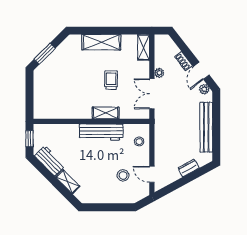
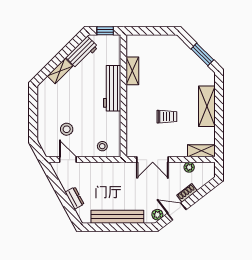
window: (45, 54) -> (202, 54), moved
plant: (159, 73) -> (189, 167), moved
double door: (152, 94) -> (153, 160), swing flipped
shelving: (106, 113) -> (132, 71), moved
workbench: (101, 132) -> (112, 88), moved
door: (152, 174) -> (68, 160), hinge flipped

